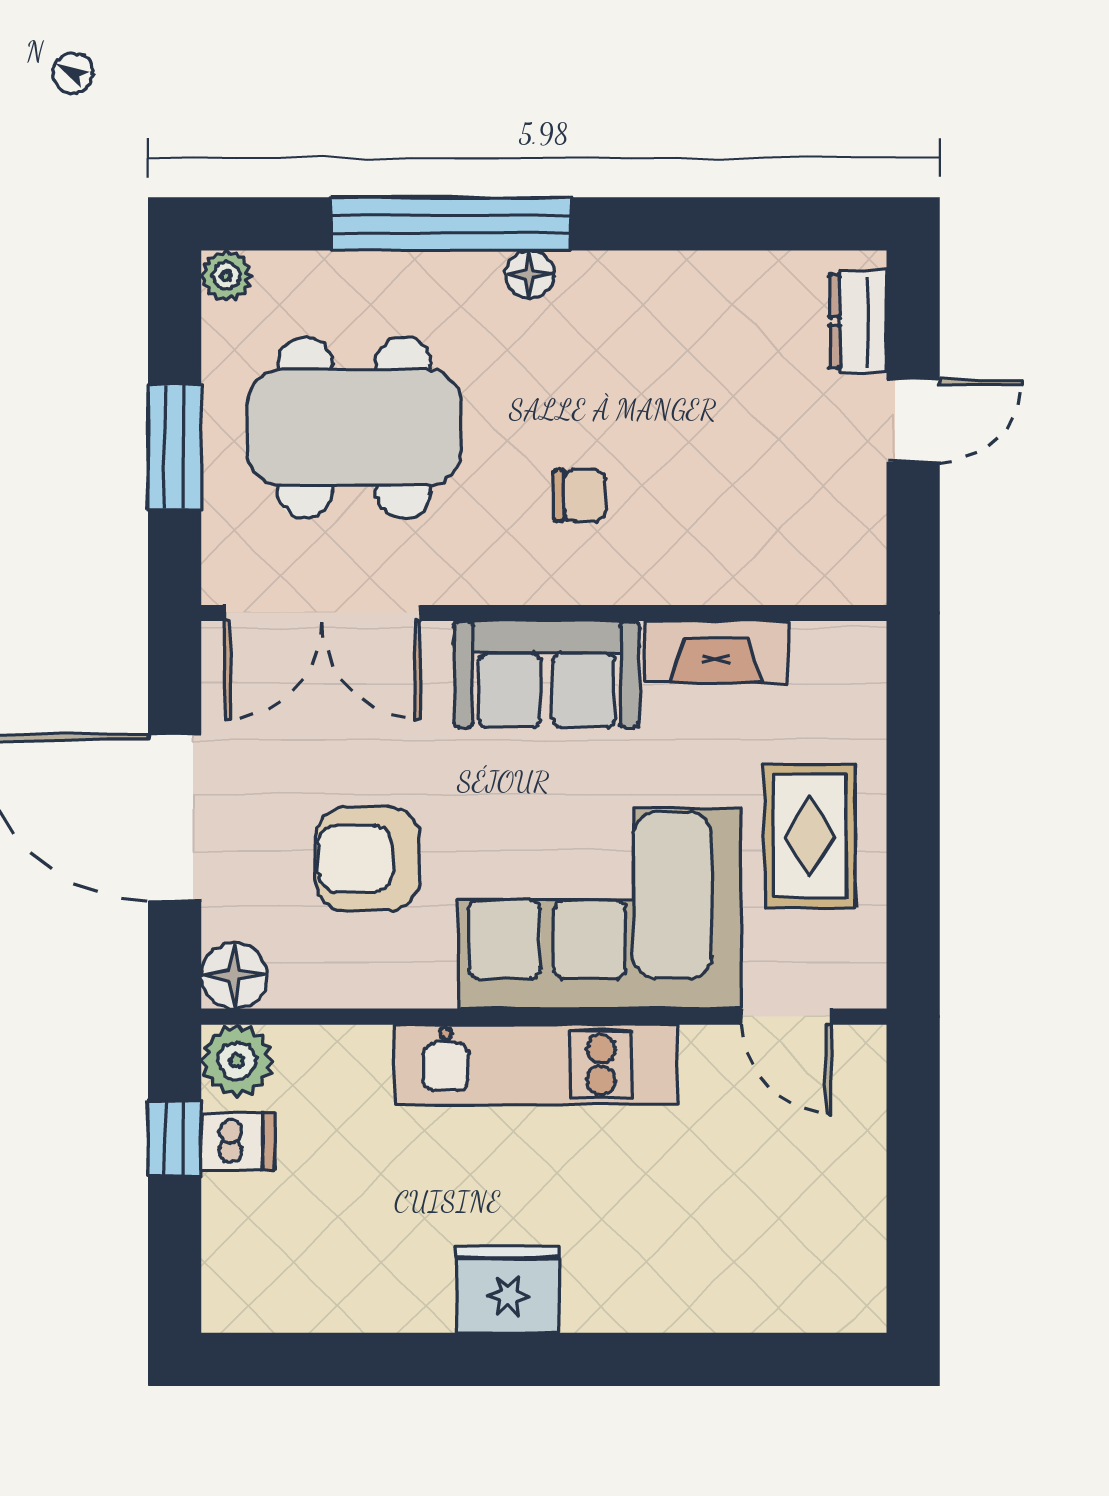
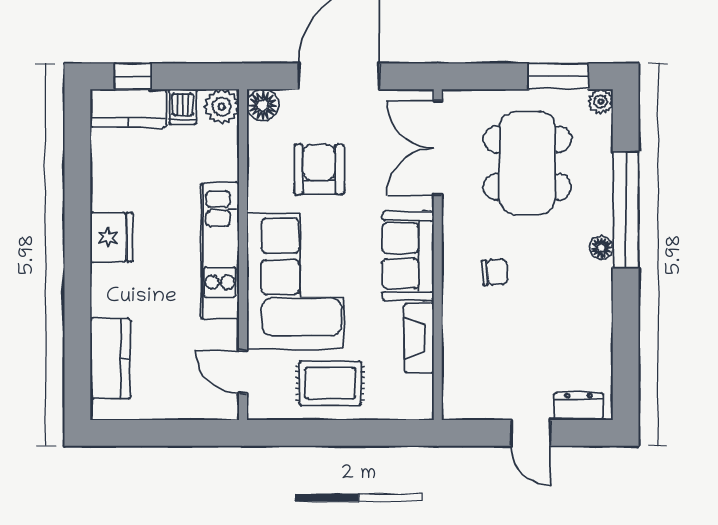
window: (175, 447) -> (558, 76), moved
chair: (580, 495) -> (495, 272), turned -94
door: (787, 1017) -> (243, 372), hinge flipped
window: (175, 1138) -> (133, 76), moved
kitchen counter: (240, 1254) -> (128, 108), added
kitchen counter: (759, 1291) -> (110, 358), added

